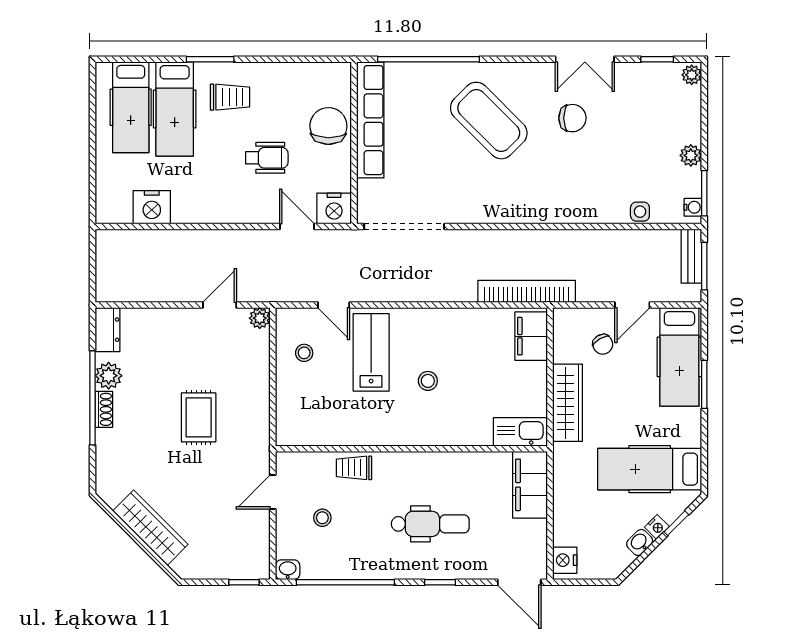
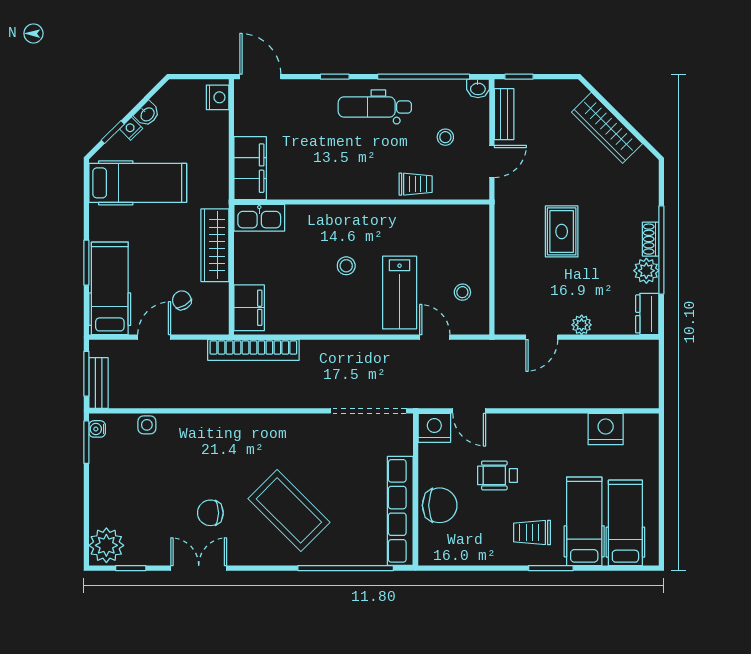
plant: (692, 75) -> (106, 545), width x1.87, depth x1.87
chair: (328, 126) -> (440, 505), turned -91
plant: (691, 155) -> (99, 478), removed
plant: (260, 318) -> (582, 325), moved
dental chair: (430, 524) -> (375, 107), moved
bench: (260, 542) -> (504, 114), added

